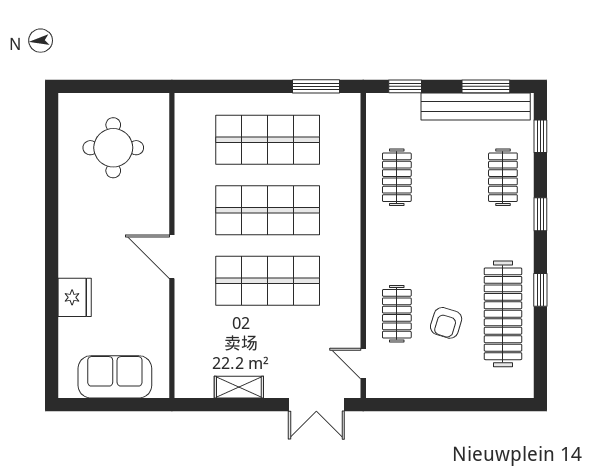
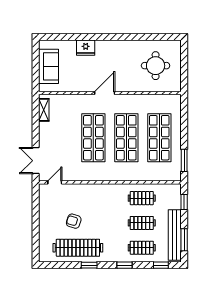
clothes rail: (397, 314) -> (142, 223), moved
shelving: (239, 387) -> (44, 110), moved

